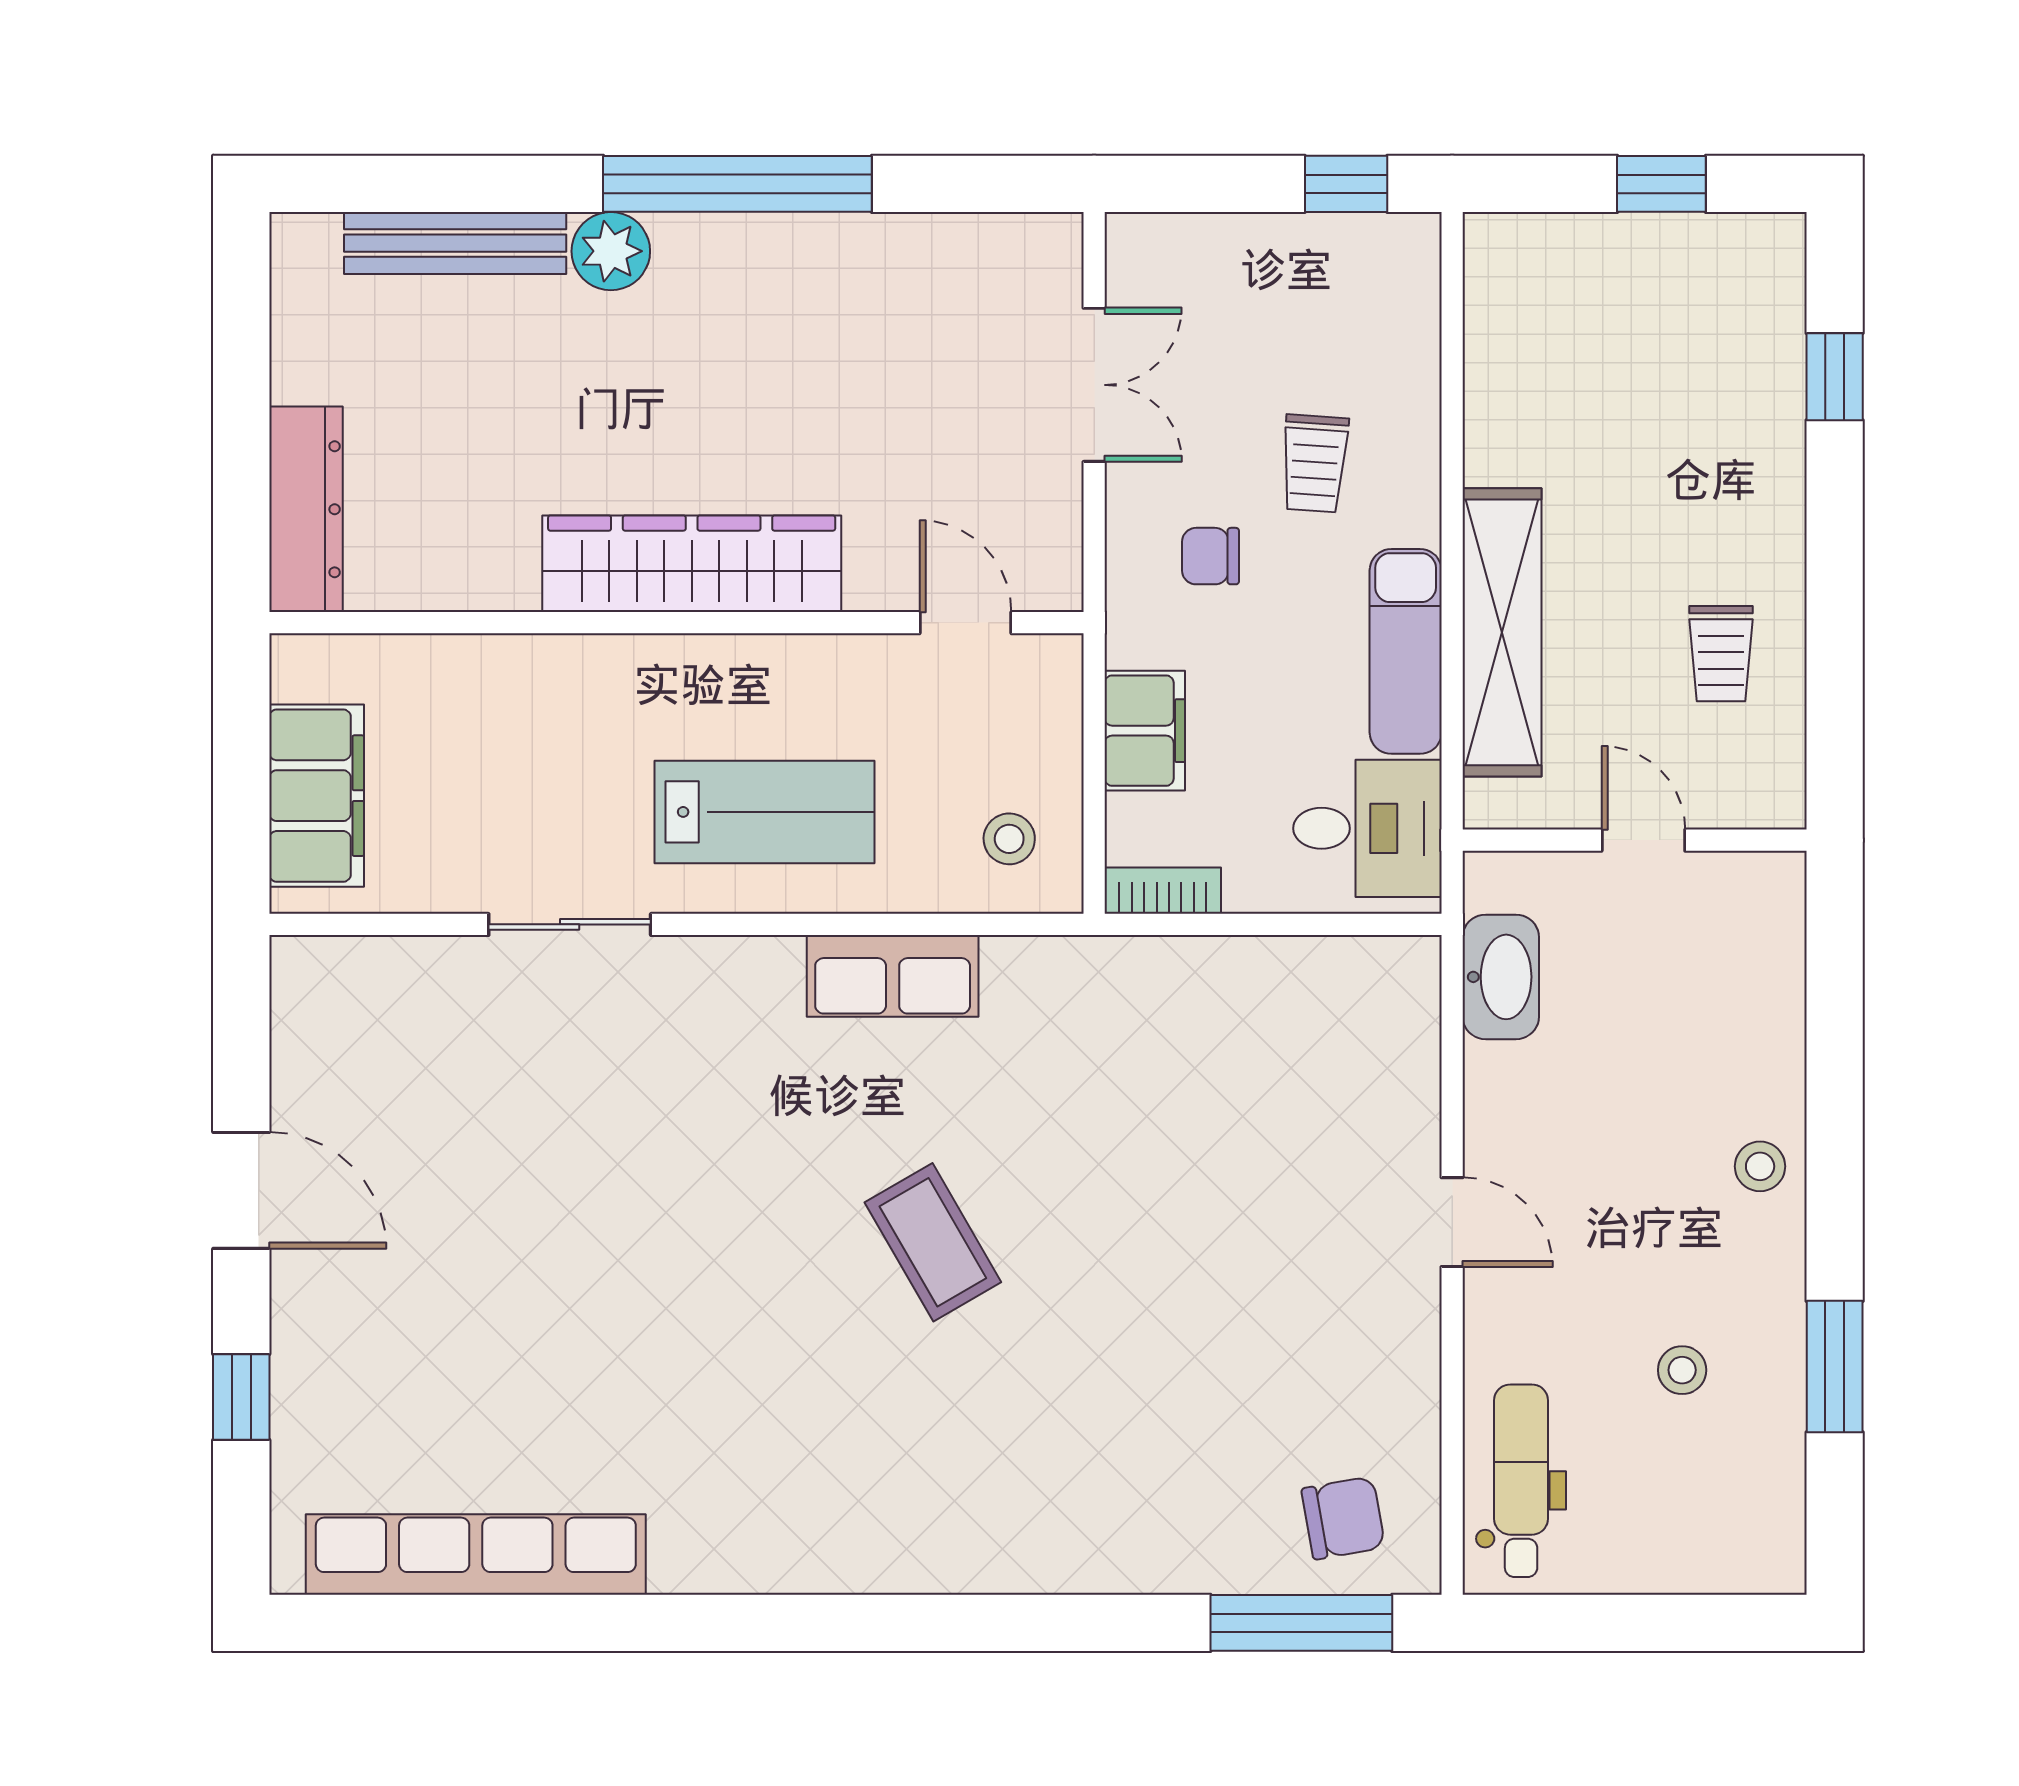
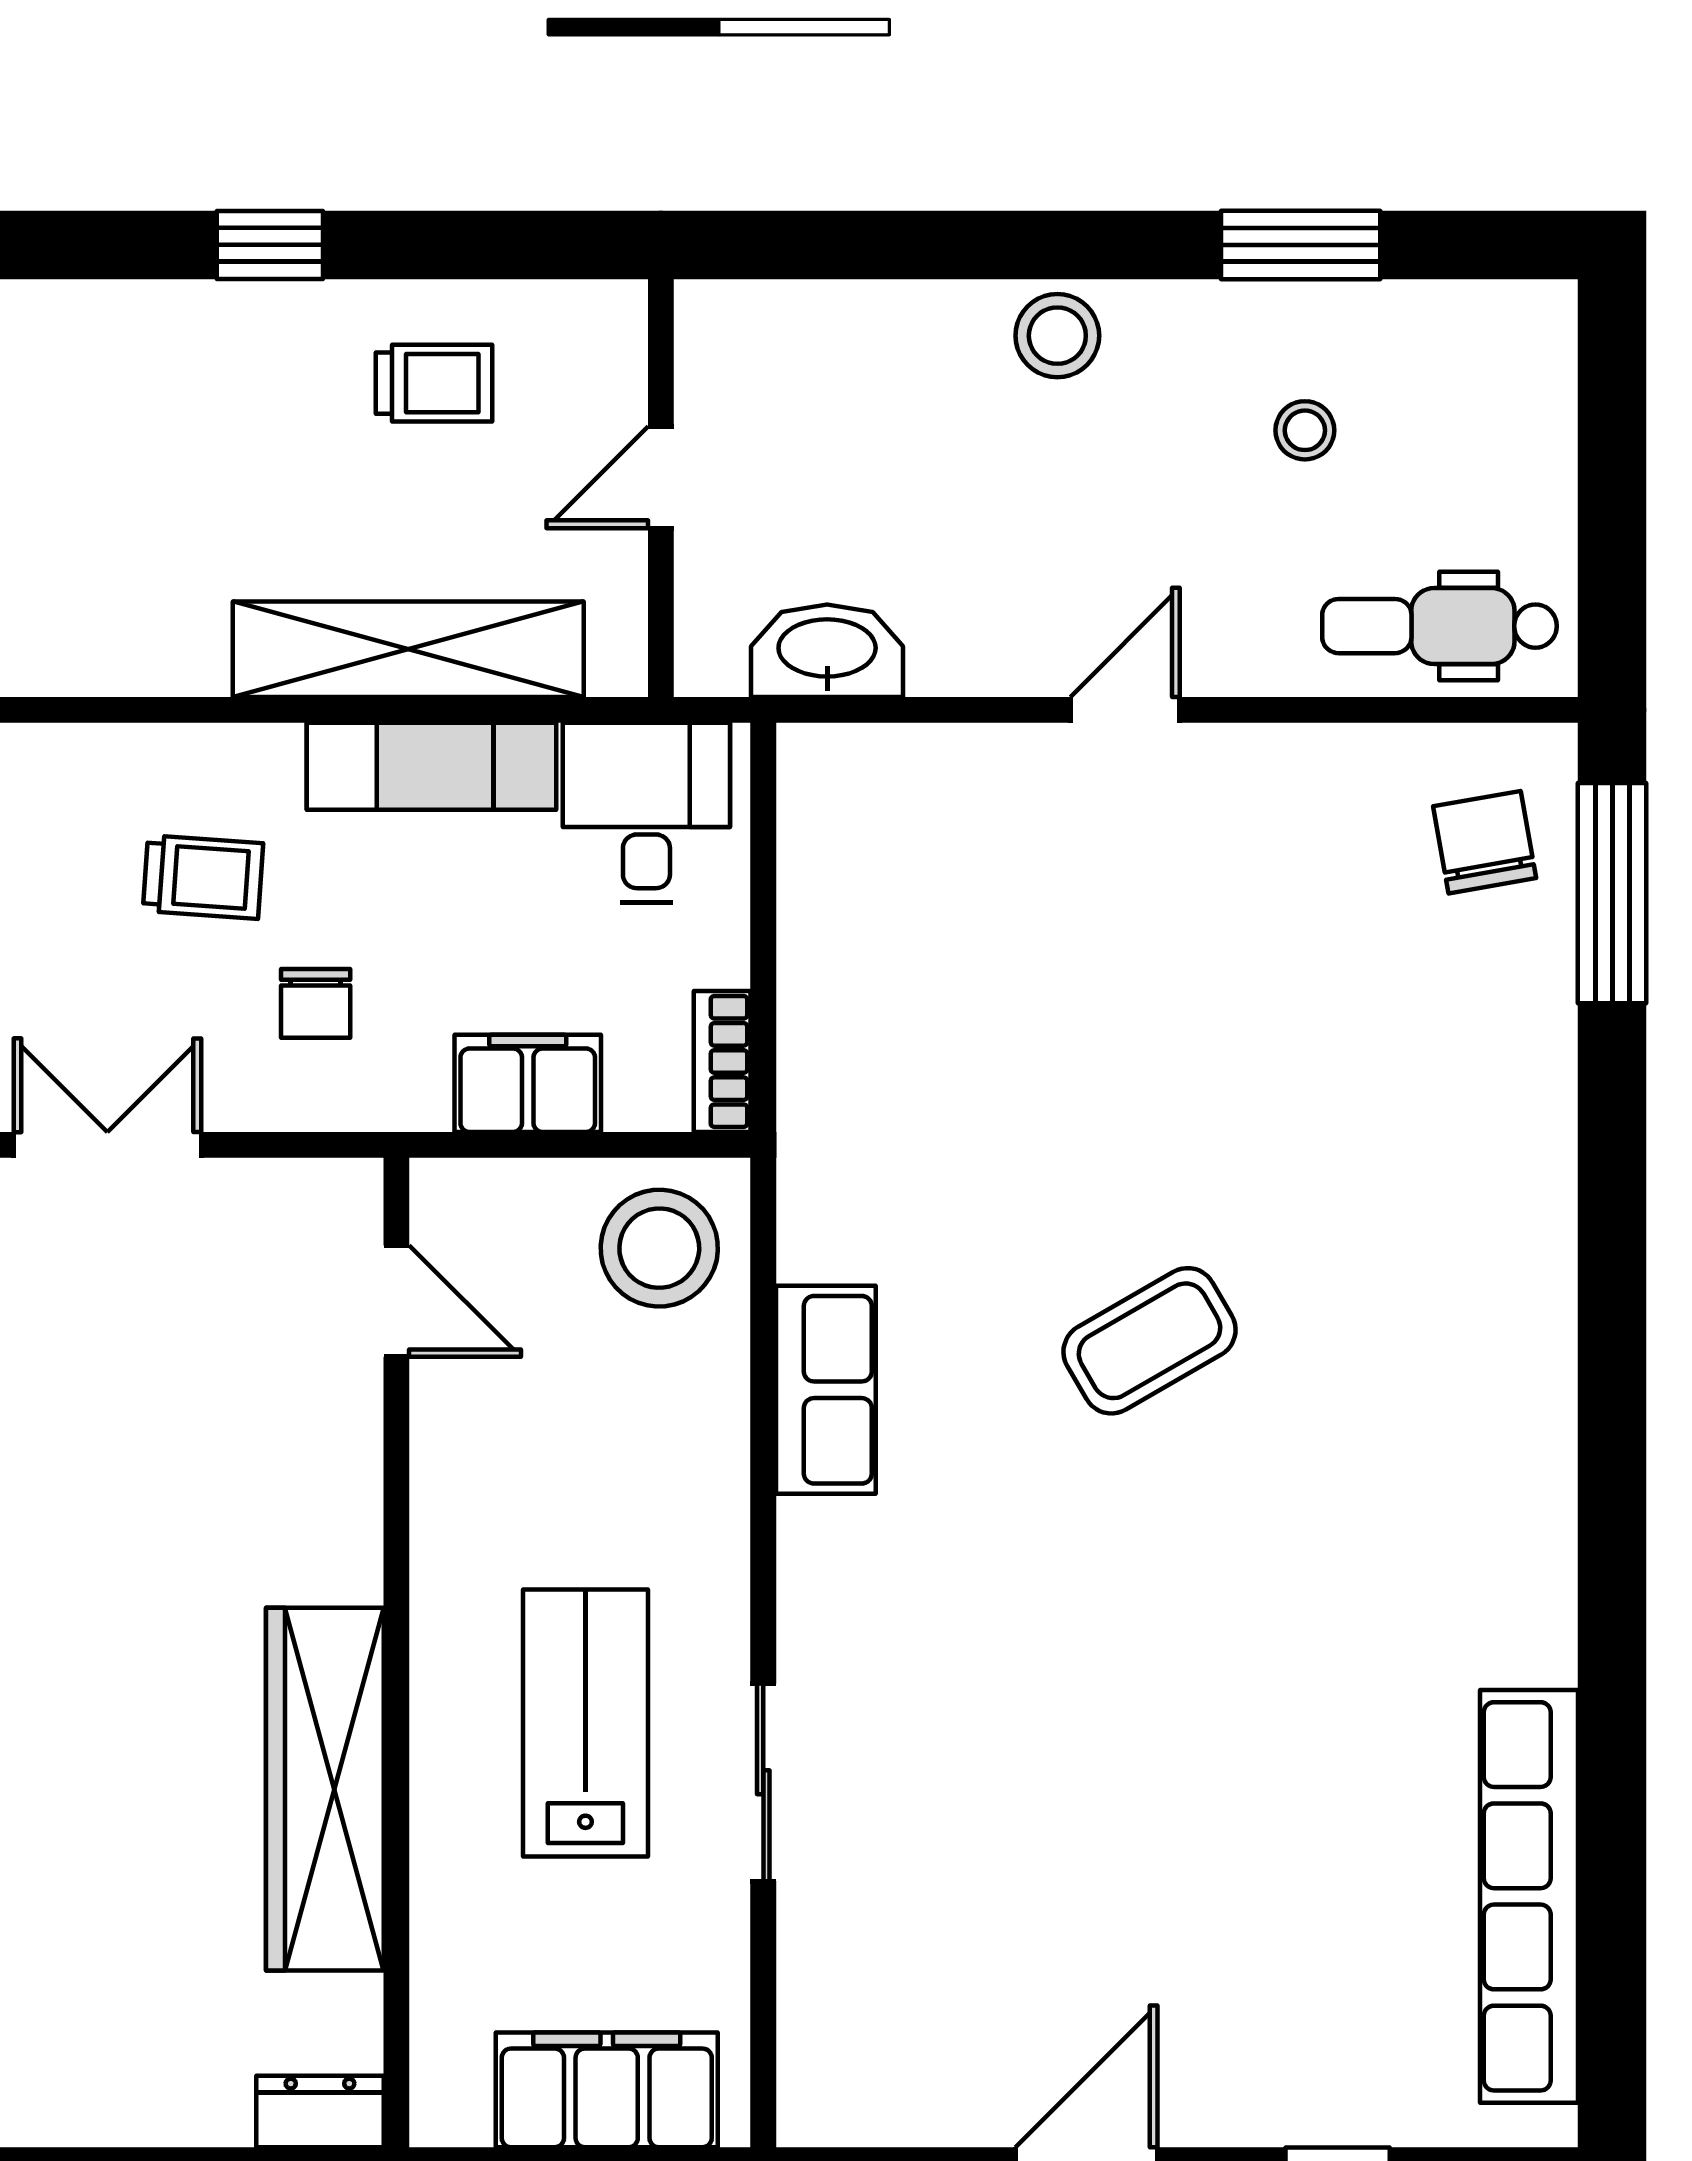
window: (1835, 377) -> (270, 245), moved
dresser: (306, 509) -> (320, 2111), width x0.51, depth x0.80
wardrobe: (692, 564) -> (325, 1789), moved
door: (966, 623) -> (396, 1301), swing flipped
lab bench: (764, 812) -> (585, 1723), moved
stool: (1009, 839) -> (659, 1248), width x1.89, depth x1.89
stool: (1760, 1166) -> (1057, 336), width x1.37, depth x1.37

